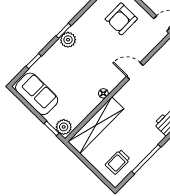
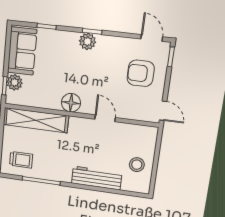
floor lamp: (103, 93) -> (71, 103), width x1.89, depth x1.89
plant: (64, 127) -> (15, 82), moved
trolley: (118, 162) -> (21, 160), turned 180

